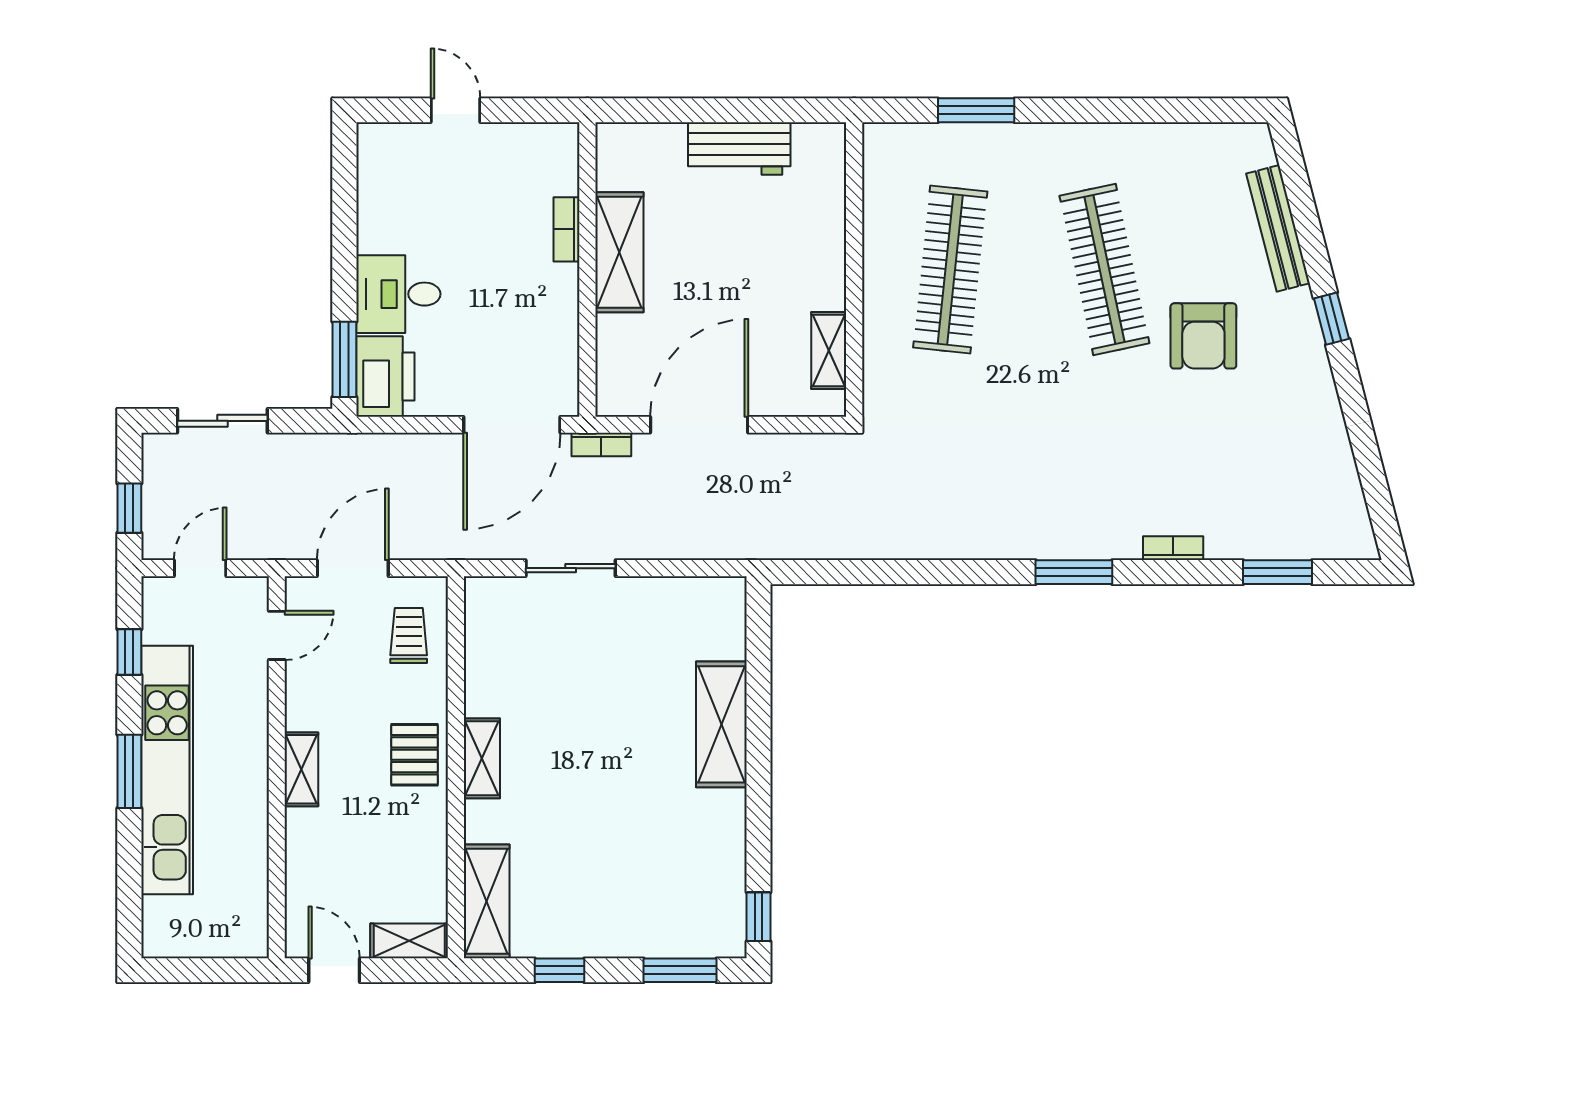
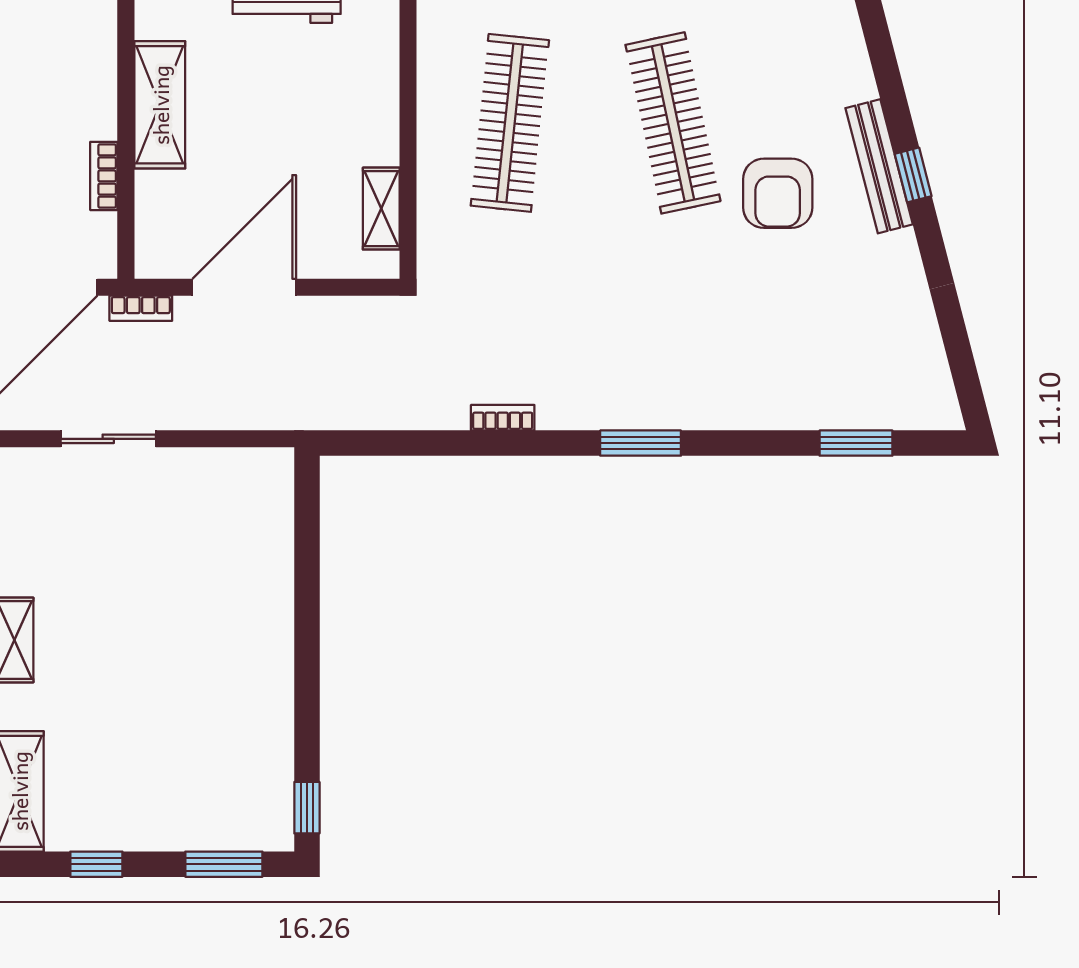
bench: (1278, 228) -> (879, 166), moved
bookcase: (566, 229) -> (104, 176), moved
bookcase: (1173, 548) -> (503, 418), moved
shelving: (721, 724) -> (268, 604), removed

